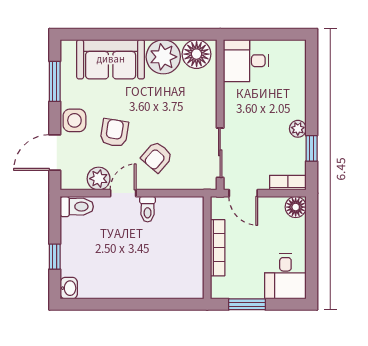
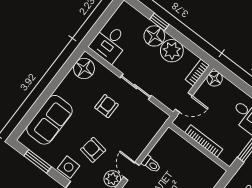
plant: (163, 57) -> (71, 89), removed
floor lamp: (292, 104) -> (154, 36), added
plant: (298, 129) -> (172, 51), width x1.88, depth x1.88
window: (312, 148) -> (159, 22), moved
sliding door: (220, 153) -> (136, 87), moved
armchair: (157, 157) -> (107, 106), moved, turned -131

